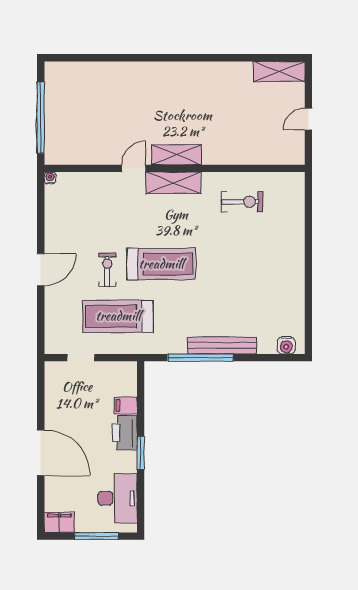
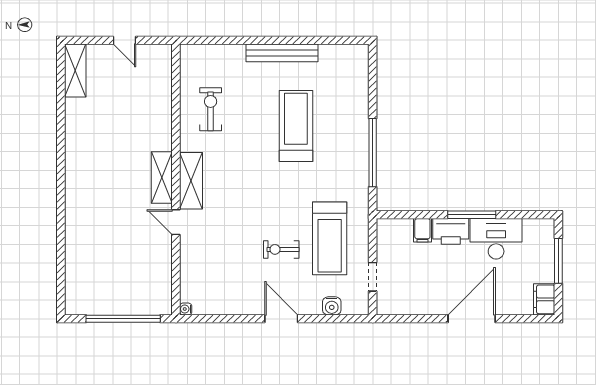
treadmill: (161, 264) -> (296, 126), moved
bench: (222, 345) -> (282, 53), moved, turned 90
water cooler: (286, 345) -> (332, 306), moved, turned 90
window: (141, 453) -> (472, 215), width x1.44
desk: (118, 498) -> (496, 239), moved

